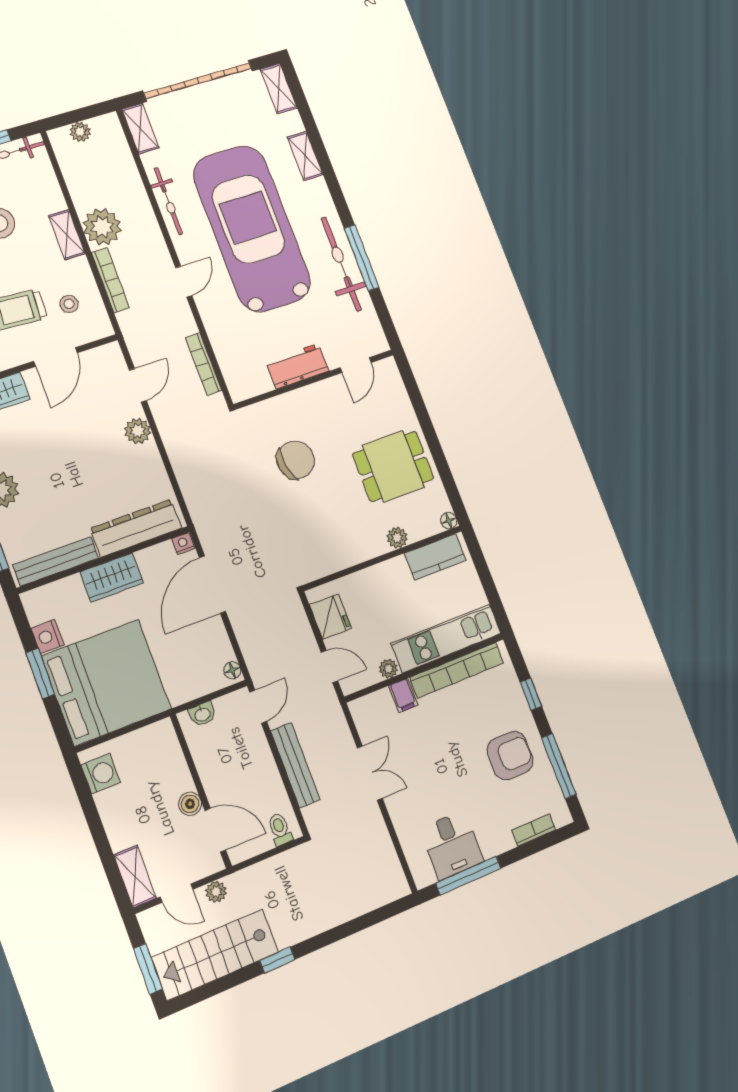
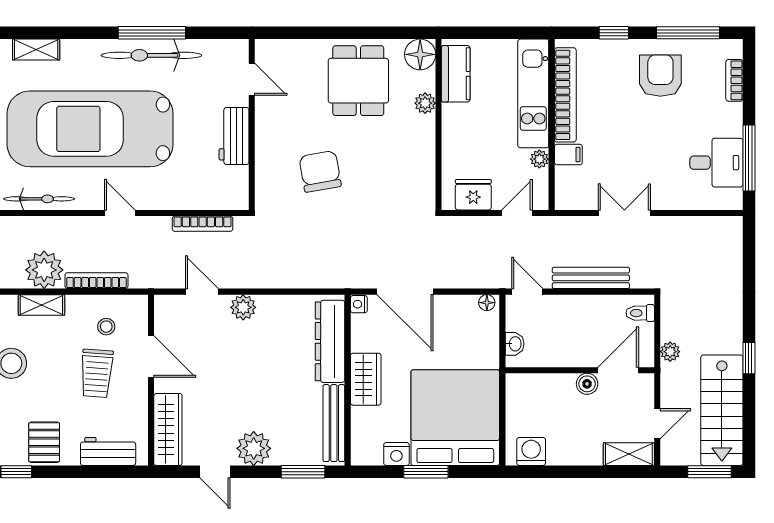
floor lamp: (449, 521) -> (420, 54), width x1.89, depth x1.89
plant: (216, 892) -> (670, 352), moved

